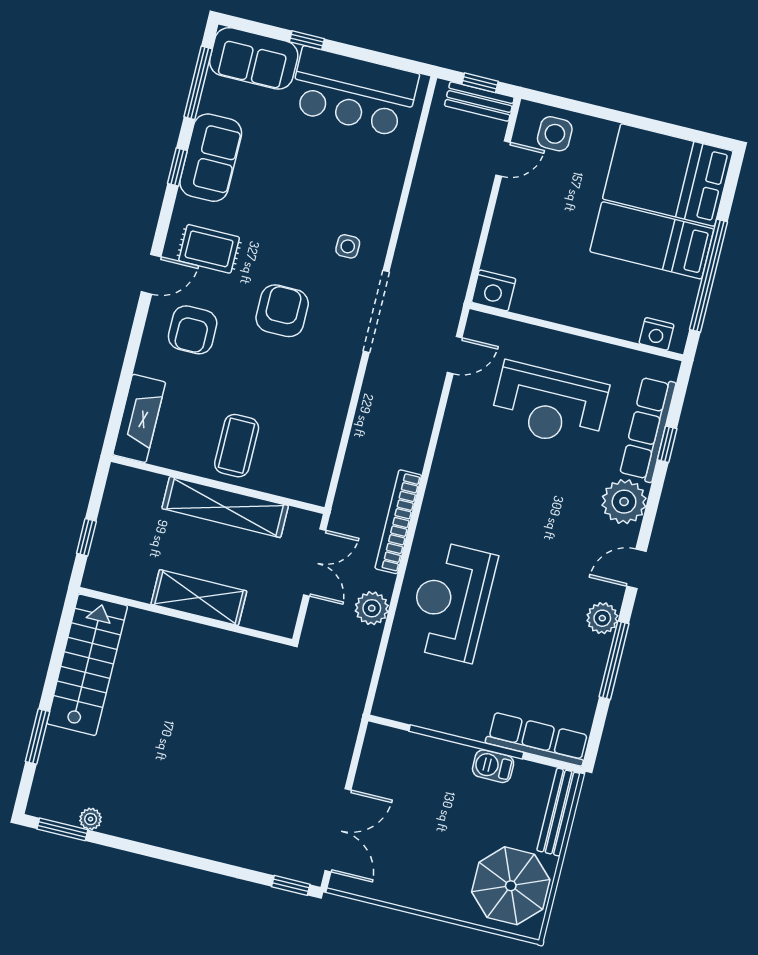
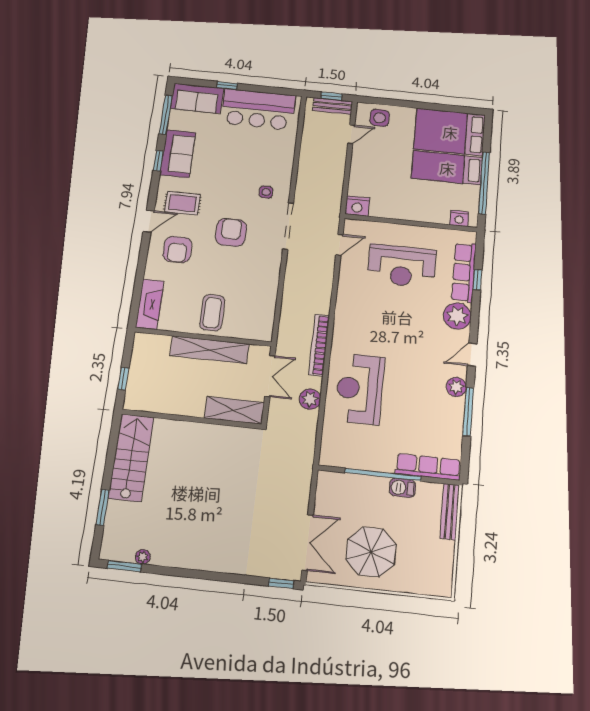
shelving: (199, 598) -> (234, 410), moved
parasol: (511, 886) -> (371, 552), moved

